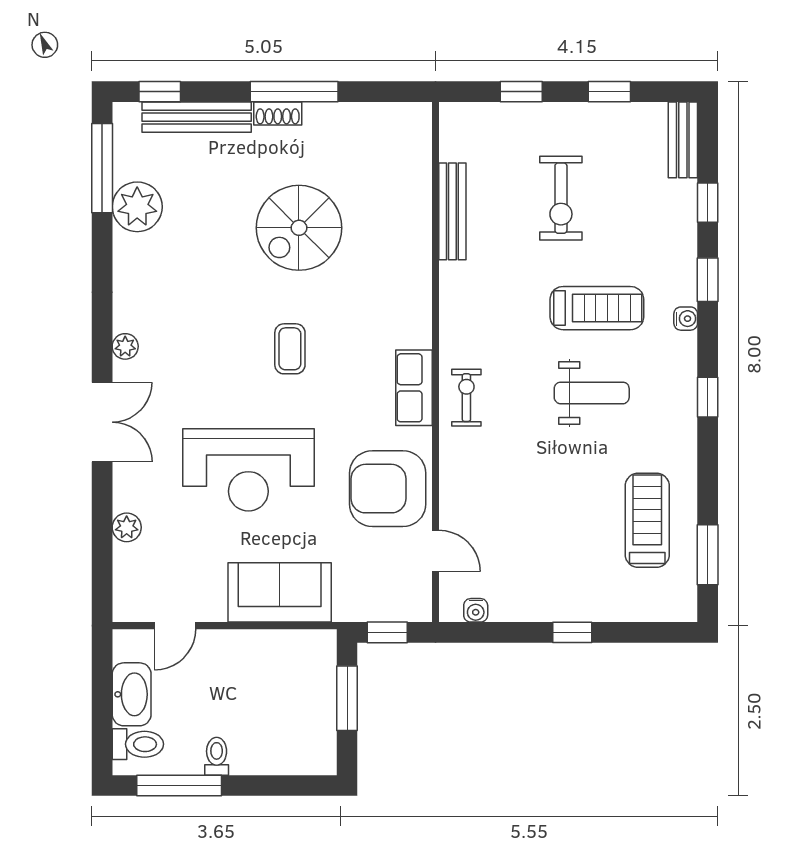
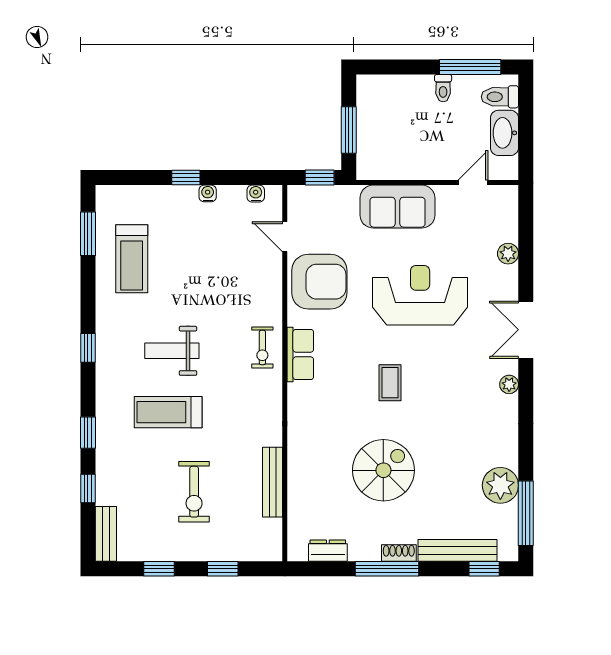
dresser: (376, 117) -> (328, 551), added
exercise bike: (561, 198) -> (194, 492), turned 180
water cooler: (686, 319) -> (208, 193), moved, turned 90

